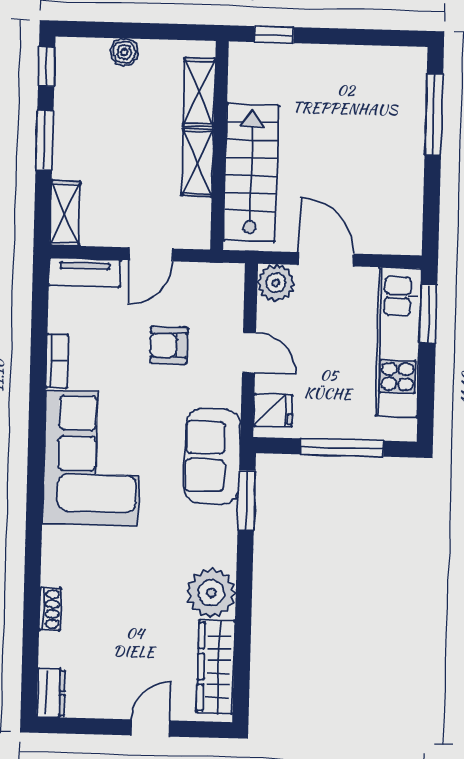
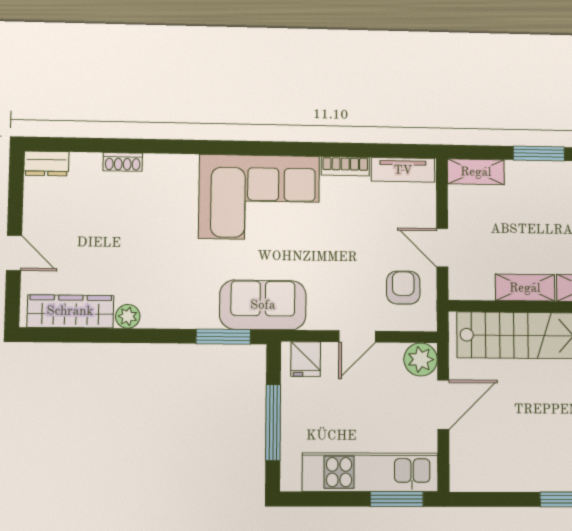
tv unit: (85, 273) -> (403, 170), moved, turned -90
armchair: (169, 345) -> (403, 288), moved
plant: (211, 593) -> (128, 316), width x0.53, depth x0.53

